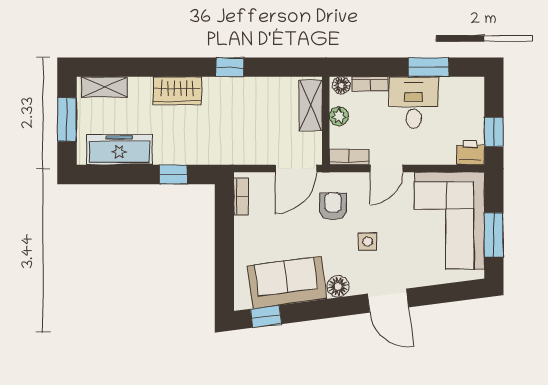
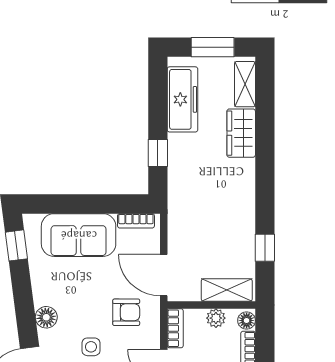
window: (230, 67) -> (265, 248), moved
wardrobe: (177, 91) -> (241, 133), moved
sofa: (287, 282) -> (79, 235), moved, turned 97

